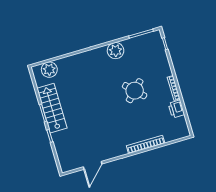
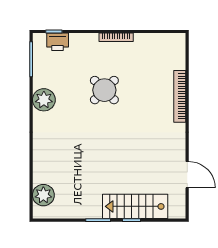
stairs: (52, 108) -> (135, 206), moved
printer: (176, 109) -> (58, 42), moved

